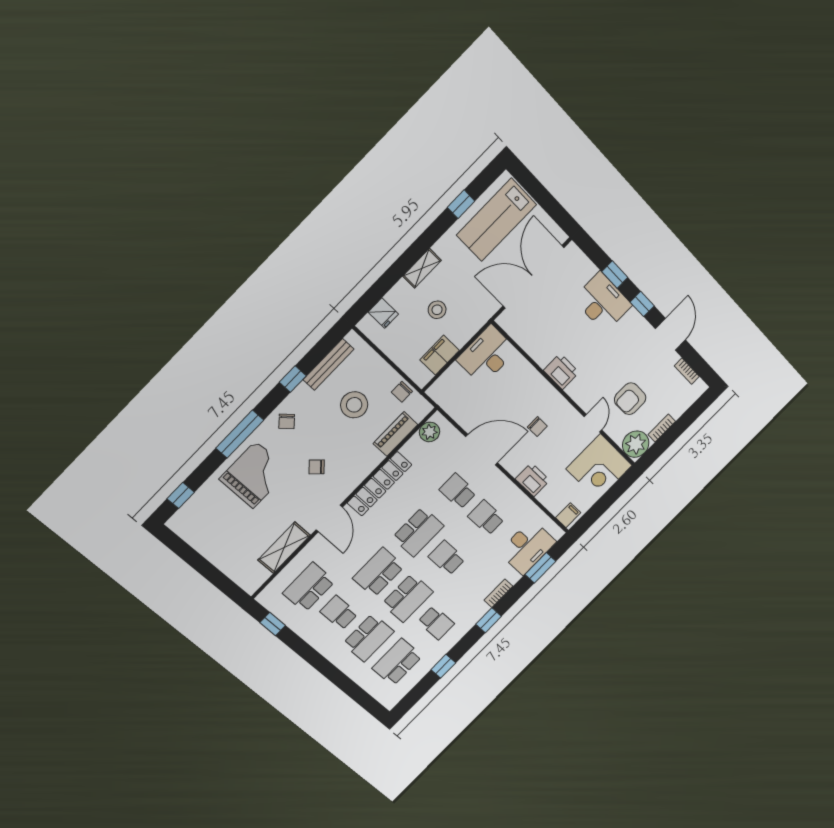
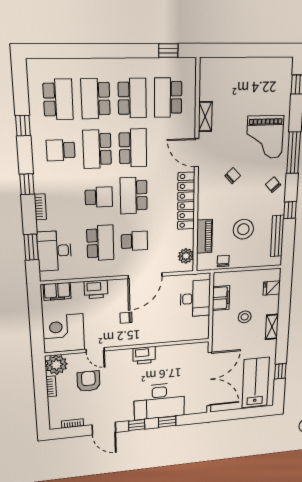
desk: (603, 302) -> (159, 401), width x1.36, depth x1.30
desk: (487, 355) -> (195, 299), moved
filing cabinet: (568, 515) -> (57, 291), width x2.00
school desk: (486, 518) -> (100, 243), width x1.85
shelving: (284, 548) -> (205, 117), width x0.67, depth x0.75
school desk: (309, 587) -> (168, 97), turned 180
school desk: (339, 613) -> (132, 98), width x1.85

